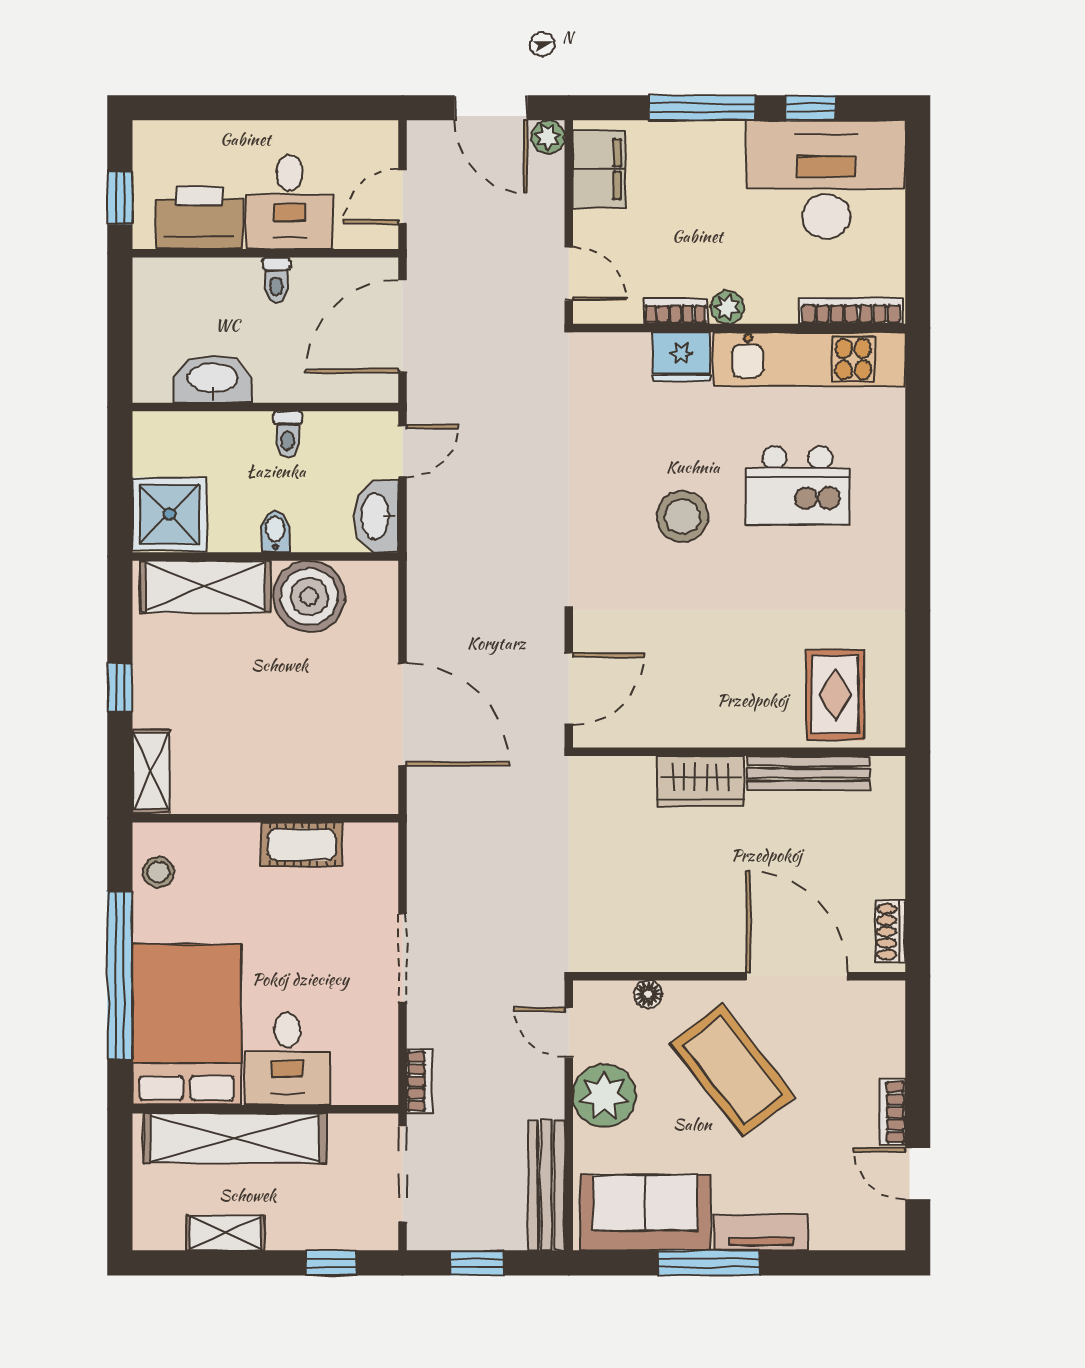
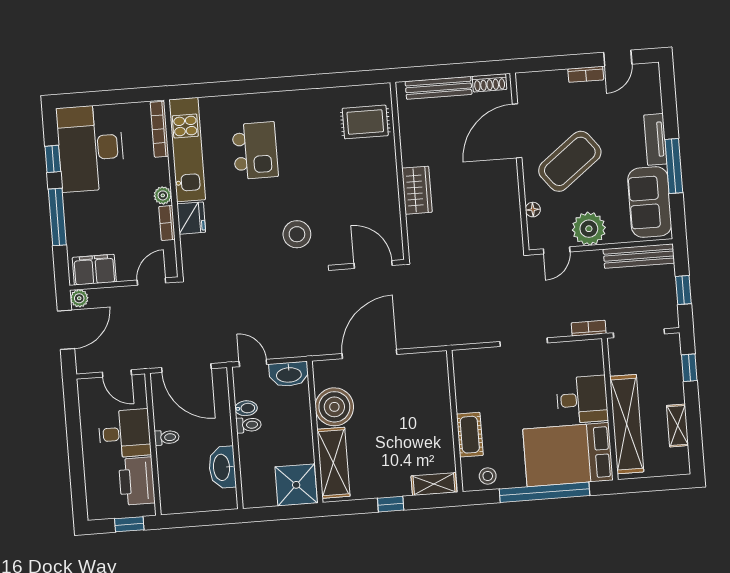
stool: (683, 517) -> (297, 234), moved
bidet: (275, 532) -> (246, 408), moved, turned 180
door: (402, 714) -> (369, 354), moved
bench: (809, 773) -> (439, 88), moved, turned 90
cot: (302, 845) -> (470, 435), moved

